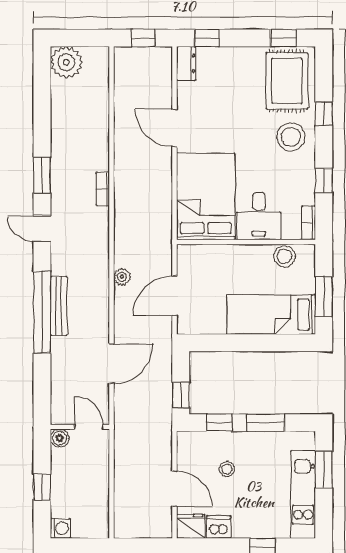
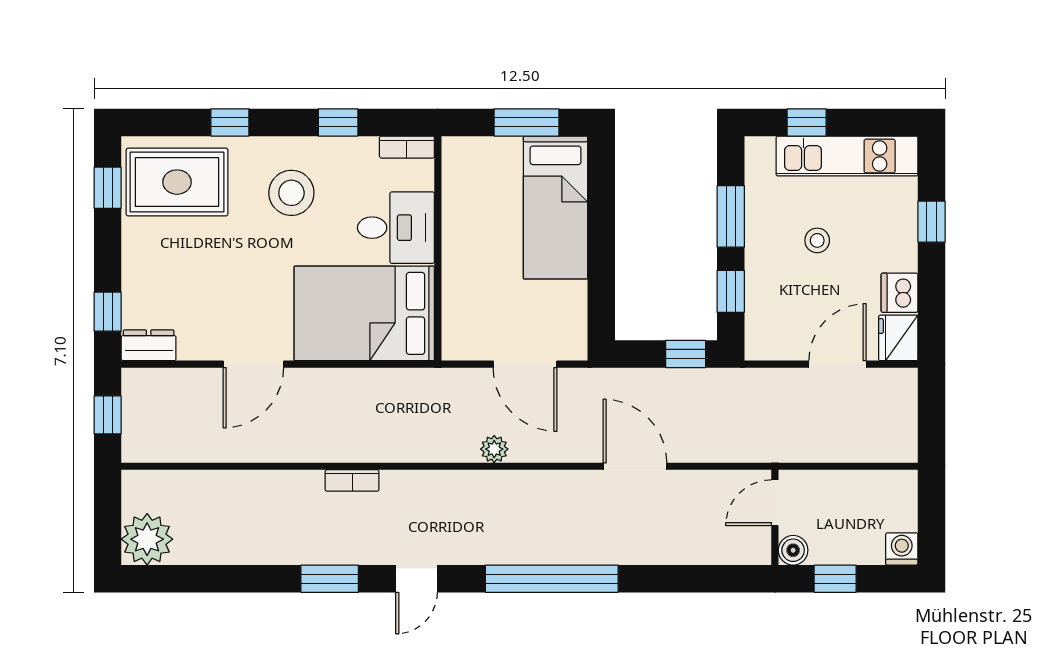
stool: (291, 137) -> (291, 193), moved
stool: (285, 256) -> (461, 186), removed
bench: (59, 306) -> (542, 552), removed
wall: (80, 427) -> (775, 517), moved
door: (89, 427) -> (775, 503), moved
boiler: (60, 438) -> (793, 550), moved
stool: (227, 469) -> (817, 240), moved
window: (324, 470) -> (807, 122), width x0.67

